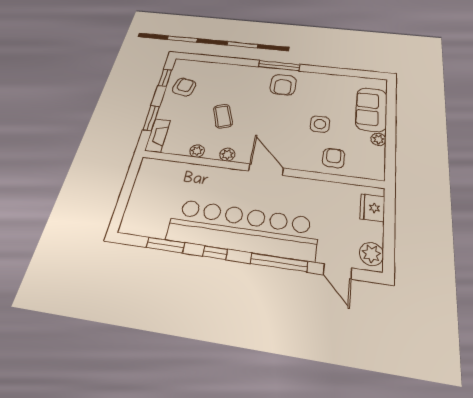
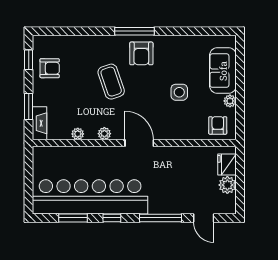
armchair: (184, 87) -> (50, 68), turned 79
coffee table: (223, 116) -> (111, 82), moved, width x1.36, depth x1.30
armchair: (334, 158) -> (218, 125), moved
bar counter: (243, 229) -> (90, 197), moved
plant: (371, 254) -> (227, 185), moved

